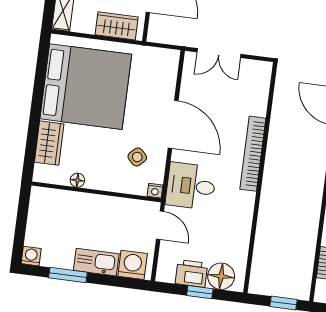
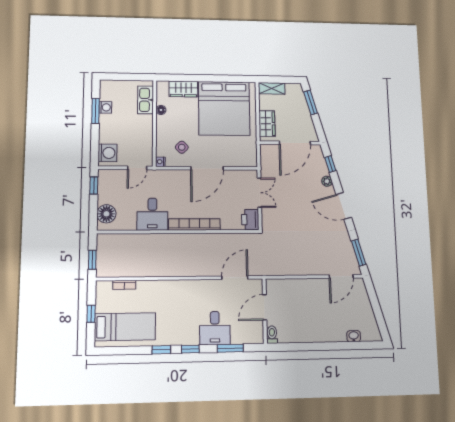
double door: (219, 53) -> (259, 193), swing flipped
desk: (191, 186) -> (152, 214), moved, turned 180
washing machine: (31, 256) -> (105, 107), moved
kitchen sink: (96, 262) -> (146, 100), moved, turned 180
printer: (191, 273) -> (250, 220), moved, turned 180
window: (200, 292) -> (94, 185), moved

